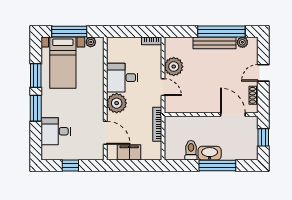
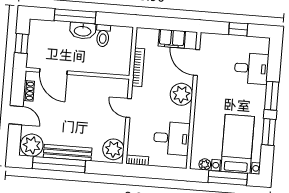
plant: (242, 42) -> (32, 145), width x1.87, depth x1.87
plant: (174, 67) -> (113, 149), moved
door: (263, 73) -> (16, 115), hinge flipped
desk: (122, 78) -> (172, 138), moved

